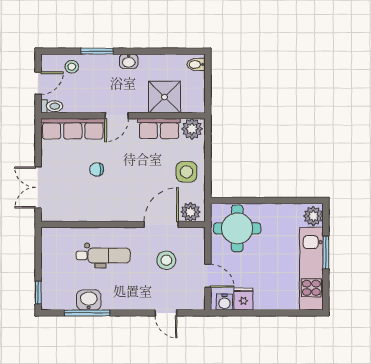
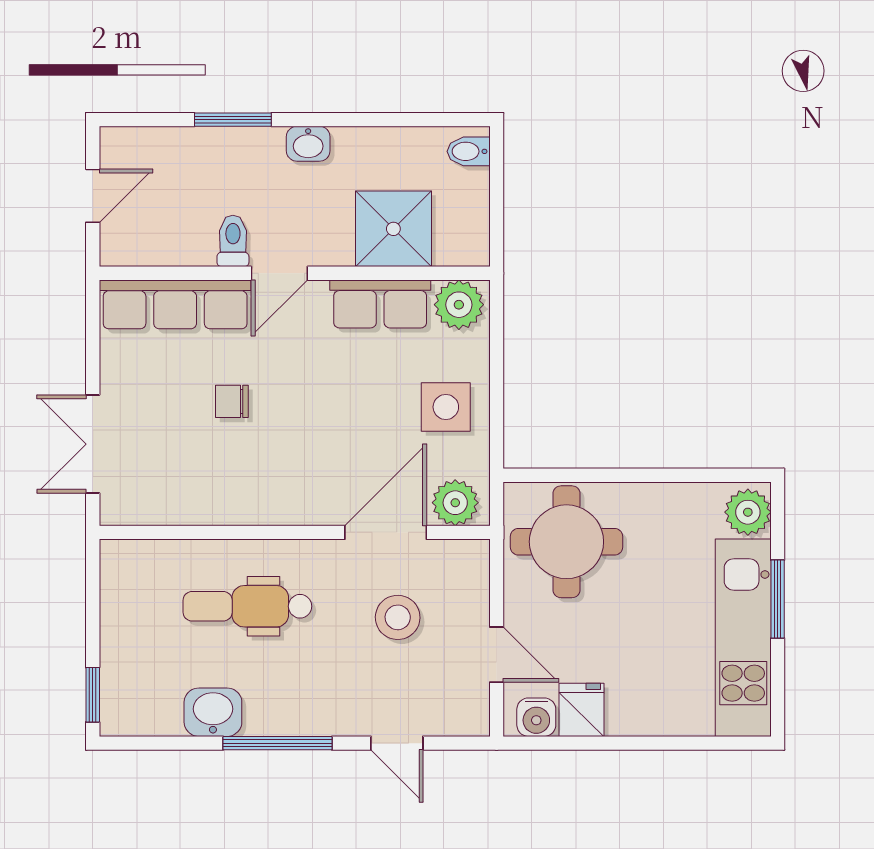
stool: (72, 67) -> (172, 157), removed
toilet: (52, 106) -> (233, 241), moved, turned -90
dental chair: (103, 256) -> (247, 606), turned 180
window: (87, 313) -> (278, 743), moved

